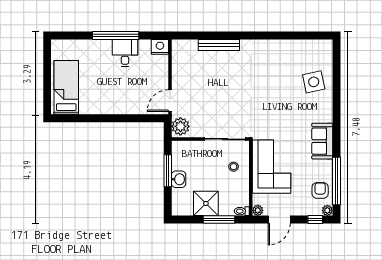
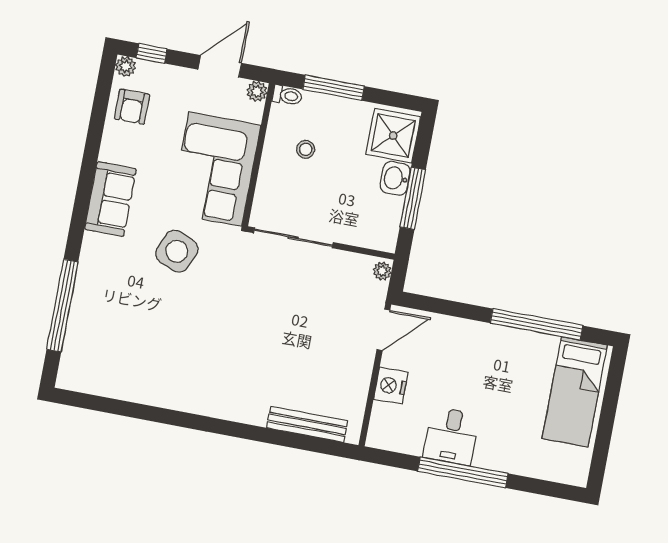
bench: (219, 45) -> (307, 424), moved
nightstand: (160, 47) -> (391, 386), moved, turned 90
side table: (314, 82) -> (177, 251), moved, turned 35
window: (92, 118) -> (537, 324), added
plant: (180, 126) -> (382, 271), width x0.53, depth x0.53
stool: (234, 167) -> (306, 149), moved
window: (336, 181) -> (62, 306), moved
shower: (206, 203) -> (393, 136), moved

